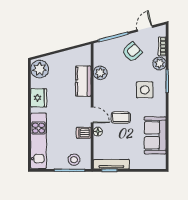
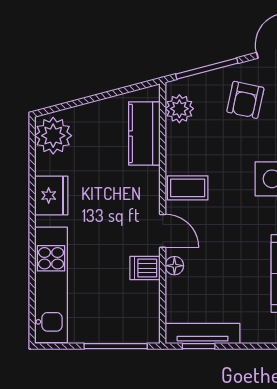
armchair: (132, 52) -> (245, 100), turned 144
plant: (100, 73) -> (179, 109), moved
kitchen counter: (83, 81) -> (144, 133), moved
coffee table: (121, 118) -> (188, 188), moved
stool: (74, 160) -> (125, 324), removed

